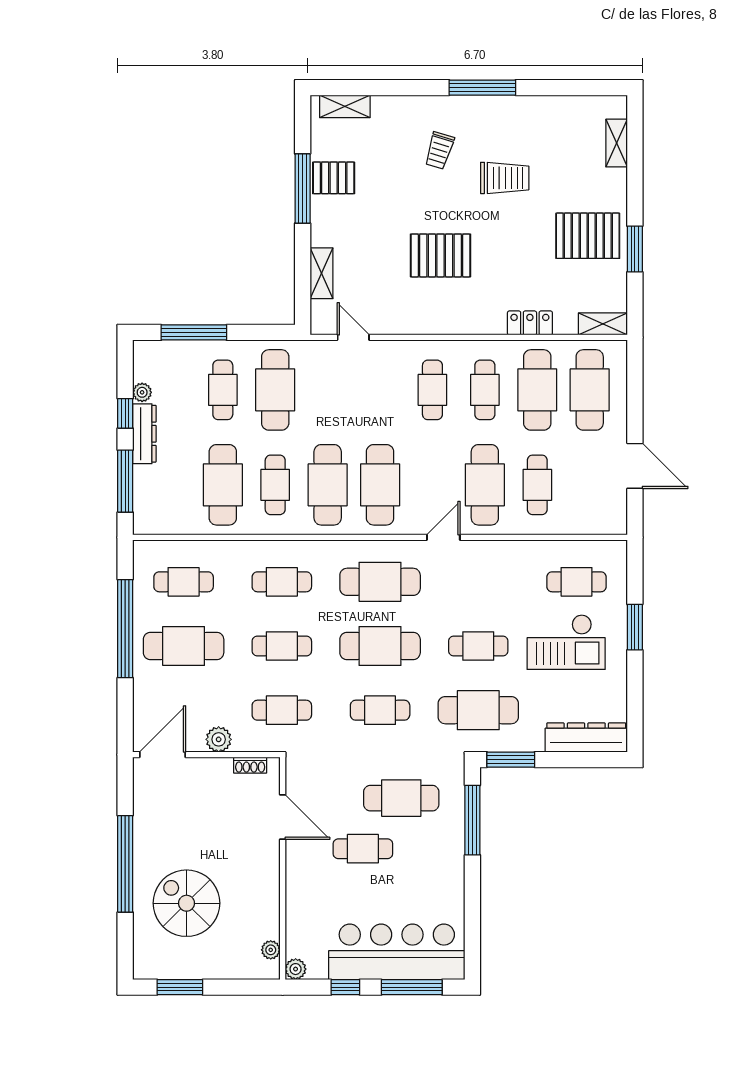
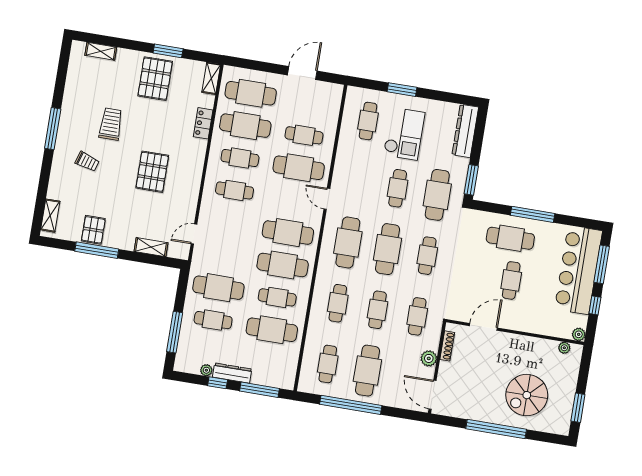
shoe rack: (250, 765) -> (447, 346), width x1.43
cafe table: (401, 798) -> (510, 238), moved, turned 90
window: (472, 820) -> (533, 214), moved

